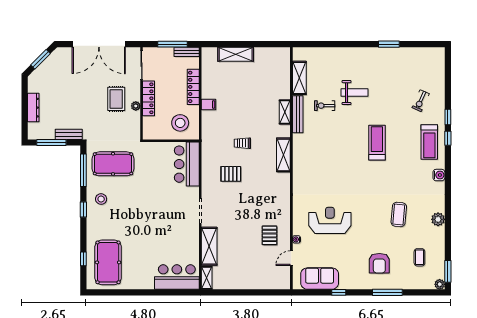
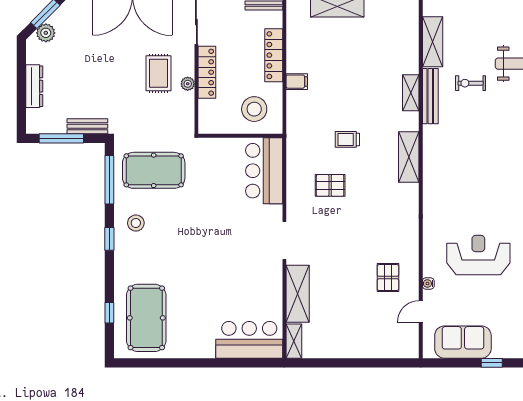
plant: (41, 72) -> (46, 33), added

